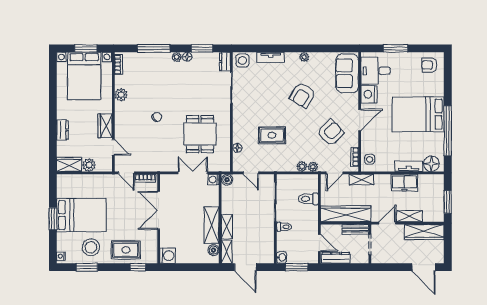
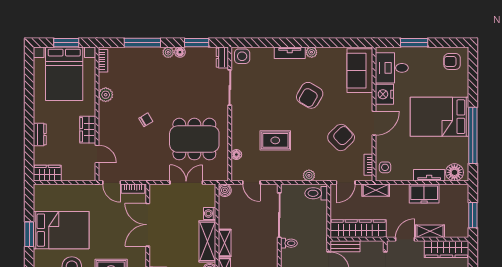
tv unit: (271, 57) -> (290, 53), moved
dining table: (200, 134) -> (194, 139), width x1.38
plant: (89, 165) -> (70, 174), removed
plant: (313, 167) -> (321, 176), removed
washing machine: (214, 179) -> (210, 213), moved
toilet: (308, 199) -> (316, 193), moved
bench: (355, 229) -> (345, 246), moved

